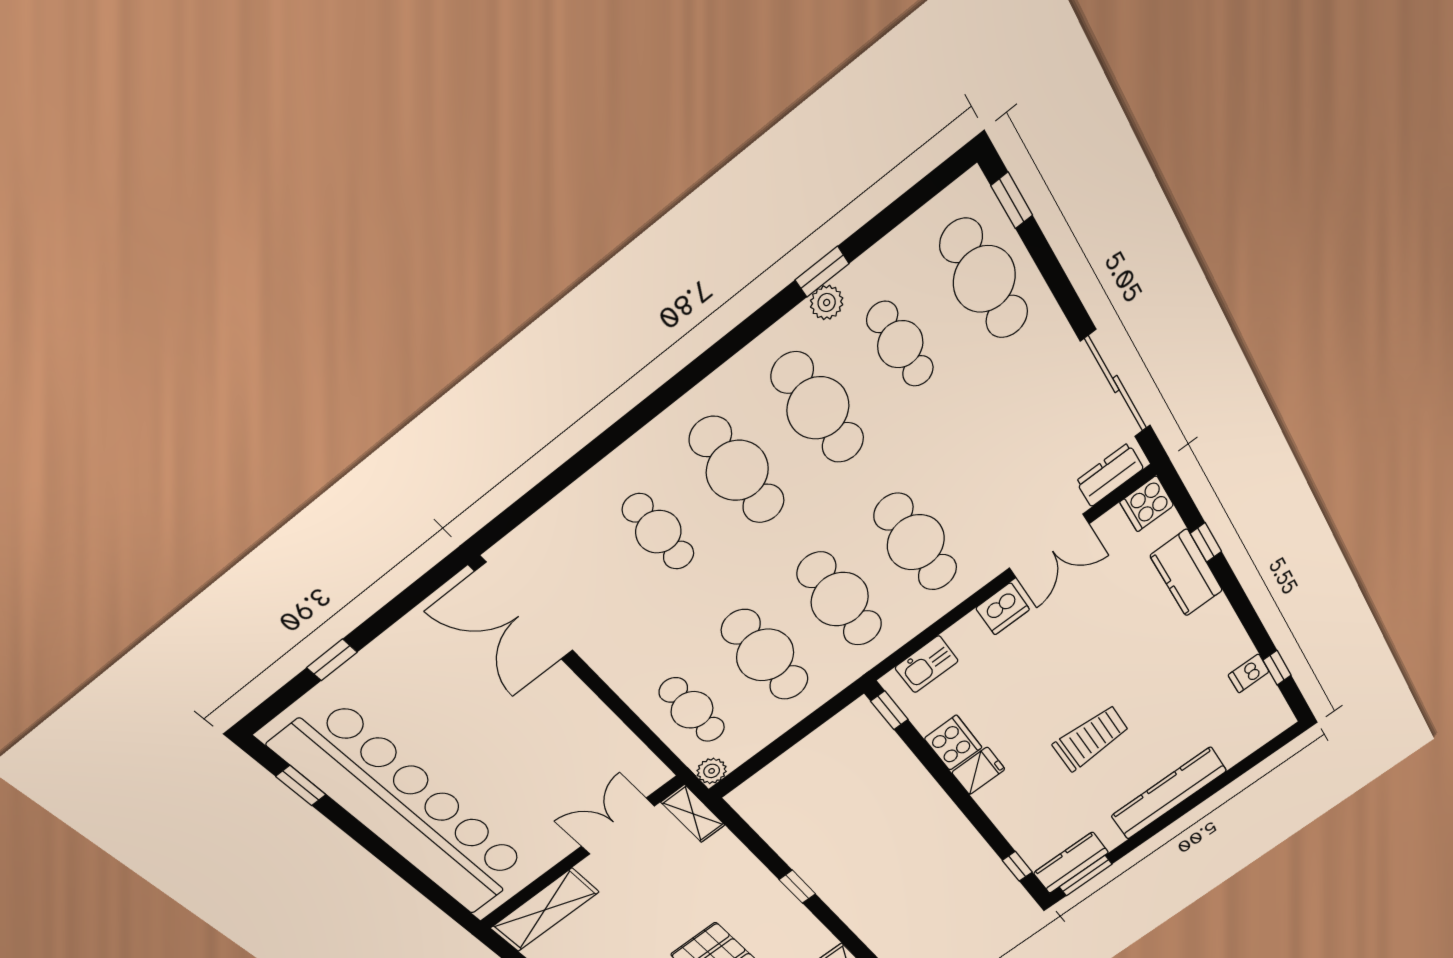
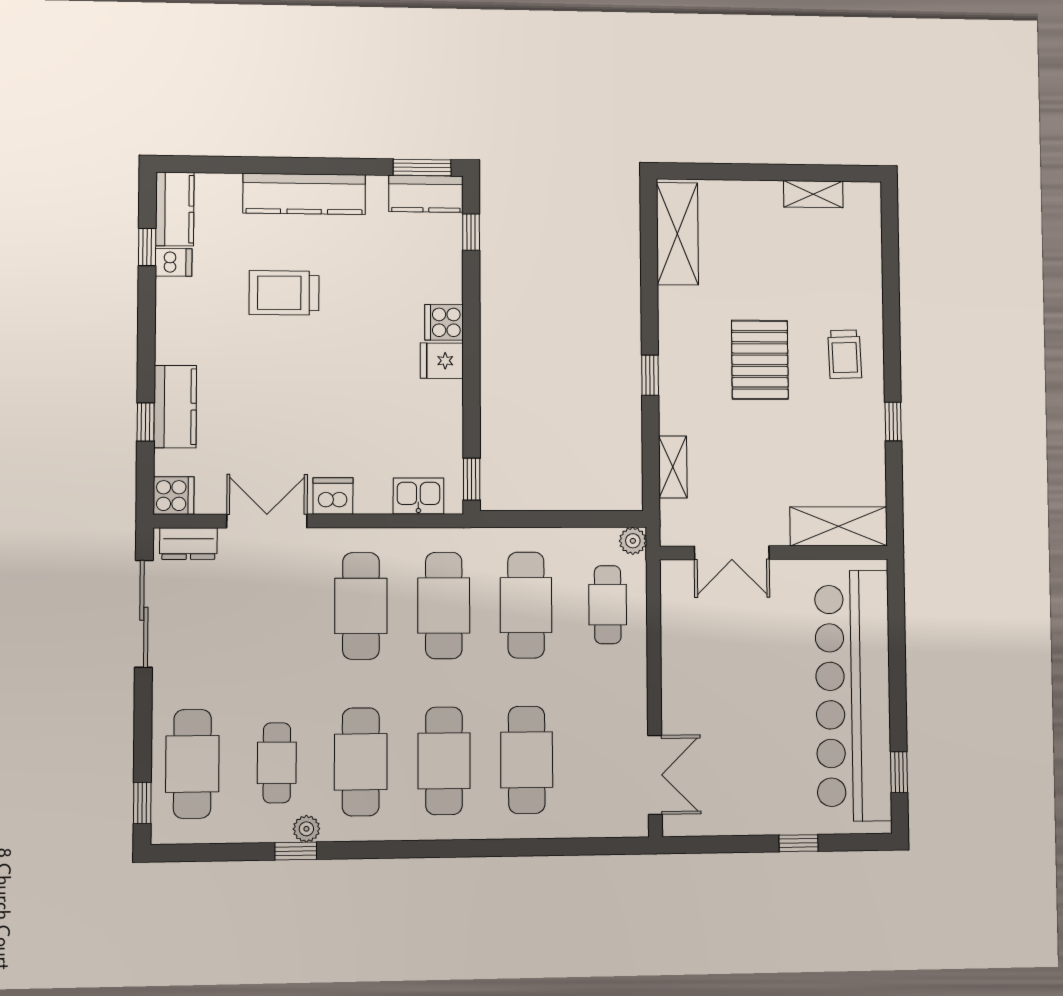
cafe table: (658, 532) -> (527, 760), width x1.37, depth x1.35
double door: (525, 612) -> (655, 775), width x0.73
kitchen counter: (1269, 709) -> (175, 209), added
trolley: (1091, 738) -> (284, 293), moved
cooker: (953, 743) -> (444, 322), moved, width x0.73
shelving: (693, 814) -> (673, 467), moved

